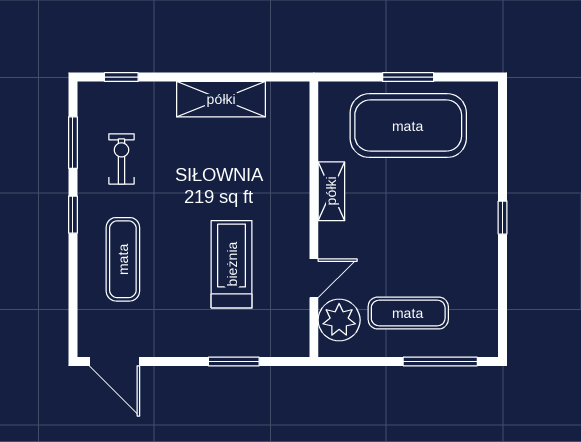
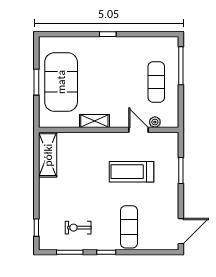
shelving: (221, 99) -> (48, 155), moved
exercise mat: (123, 259) -> (129, 227), turned 90
plant: (339, 320) -> (155, 122), width x0.53, depth x0.53

